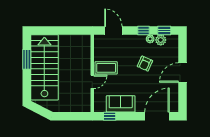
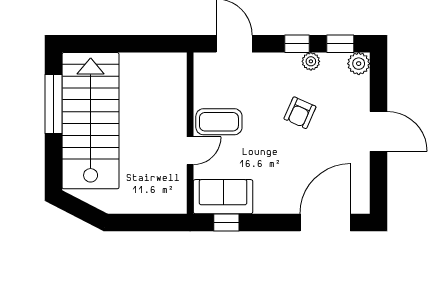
plant: (161, 40) -> (359, 64), moved
window: (27, 59) -> (53, 104), width x1.44
door: (183, 73) -> (378, 131), swing flipped
sofa: (121, 104) -> (223, 197), moved

